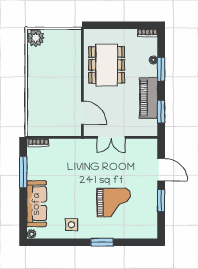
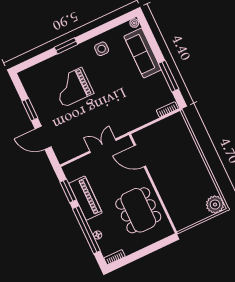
window: (161, 69) -> (86, 230), width x2.11

